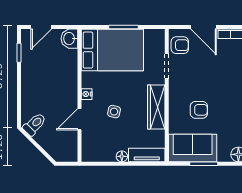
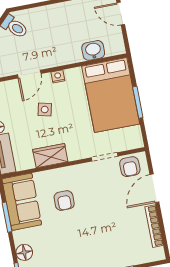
washbasin: (69, 39) -> (93, 50), moved
wardrobe: (156, 107) -> (50, 156), width x0.67
door: (80, 119) -> (29, 74), swing flipped

